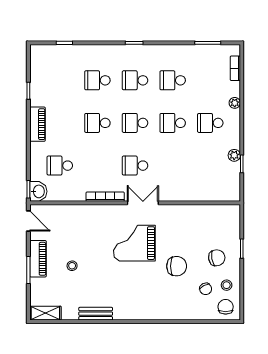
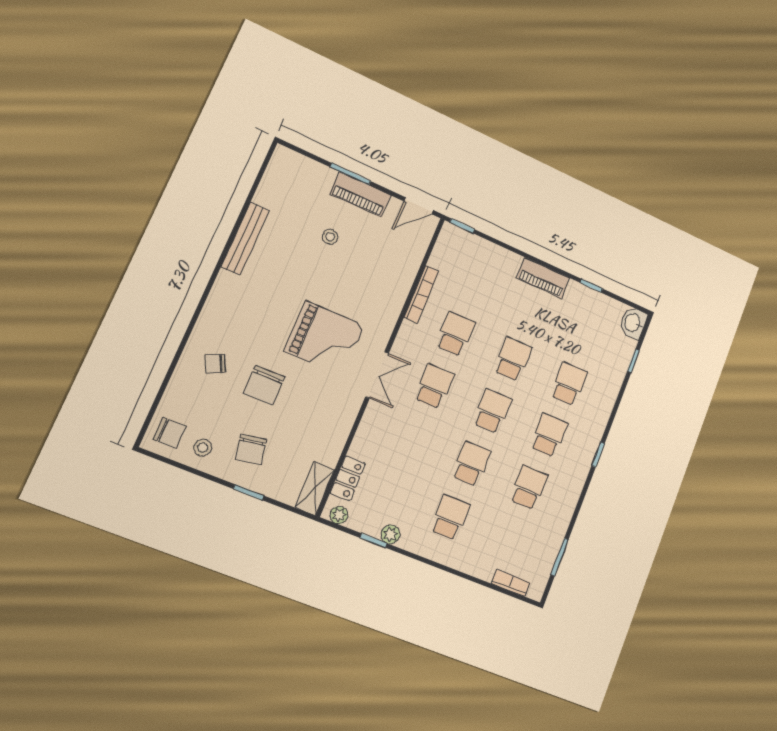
plant: (235, 103) -> (339, 515), moved
school desk: (60, 166) -> (455, 334), moved
washbasin: (38, 191) -> (633, 323), moved, turned 90
locker: (211, 195) -> (348, 478), added
bookcase: (105, 197) -> (421, 294), moved
grand piano: (134, 243) -> (325, 338), turned 90
chair: (206, 289) -> (215, 364), moved
shelving: (45, 313) -> (315, 489), moved
bench: (96, 314) -> (245, 239), width x1.36

